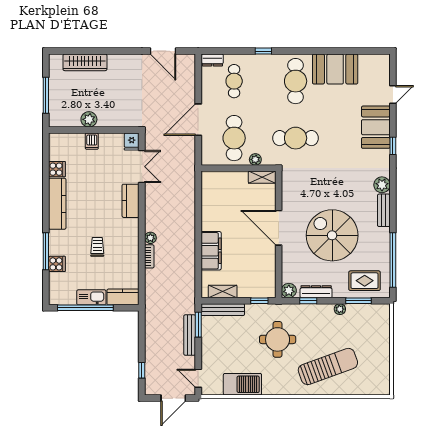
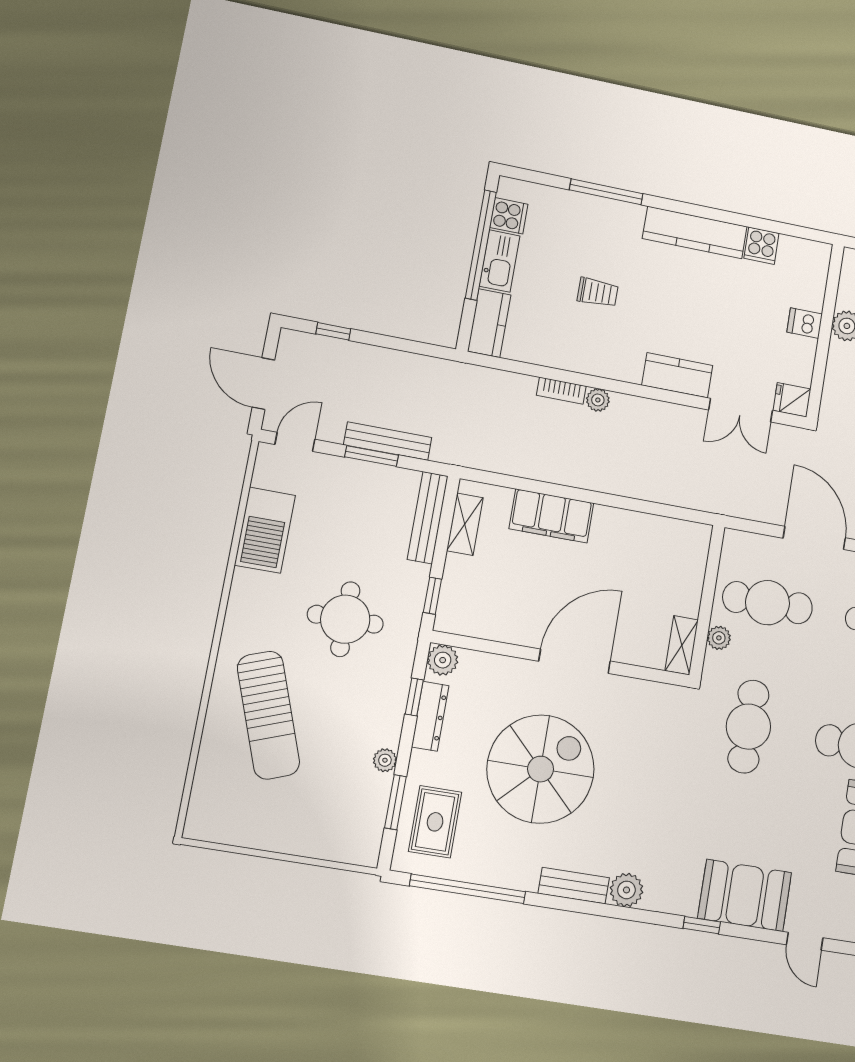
cooker: (57, 264) -> (509, 216), moved, turned -90
window: (198, 325) -> (372, 456), moved

